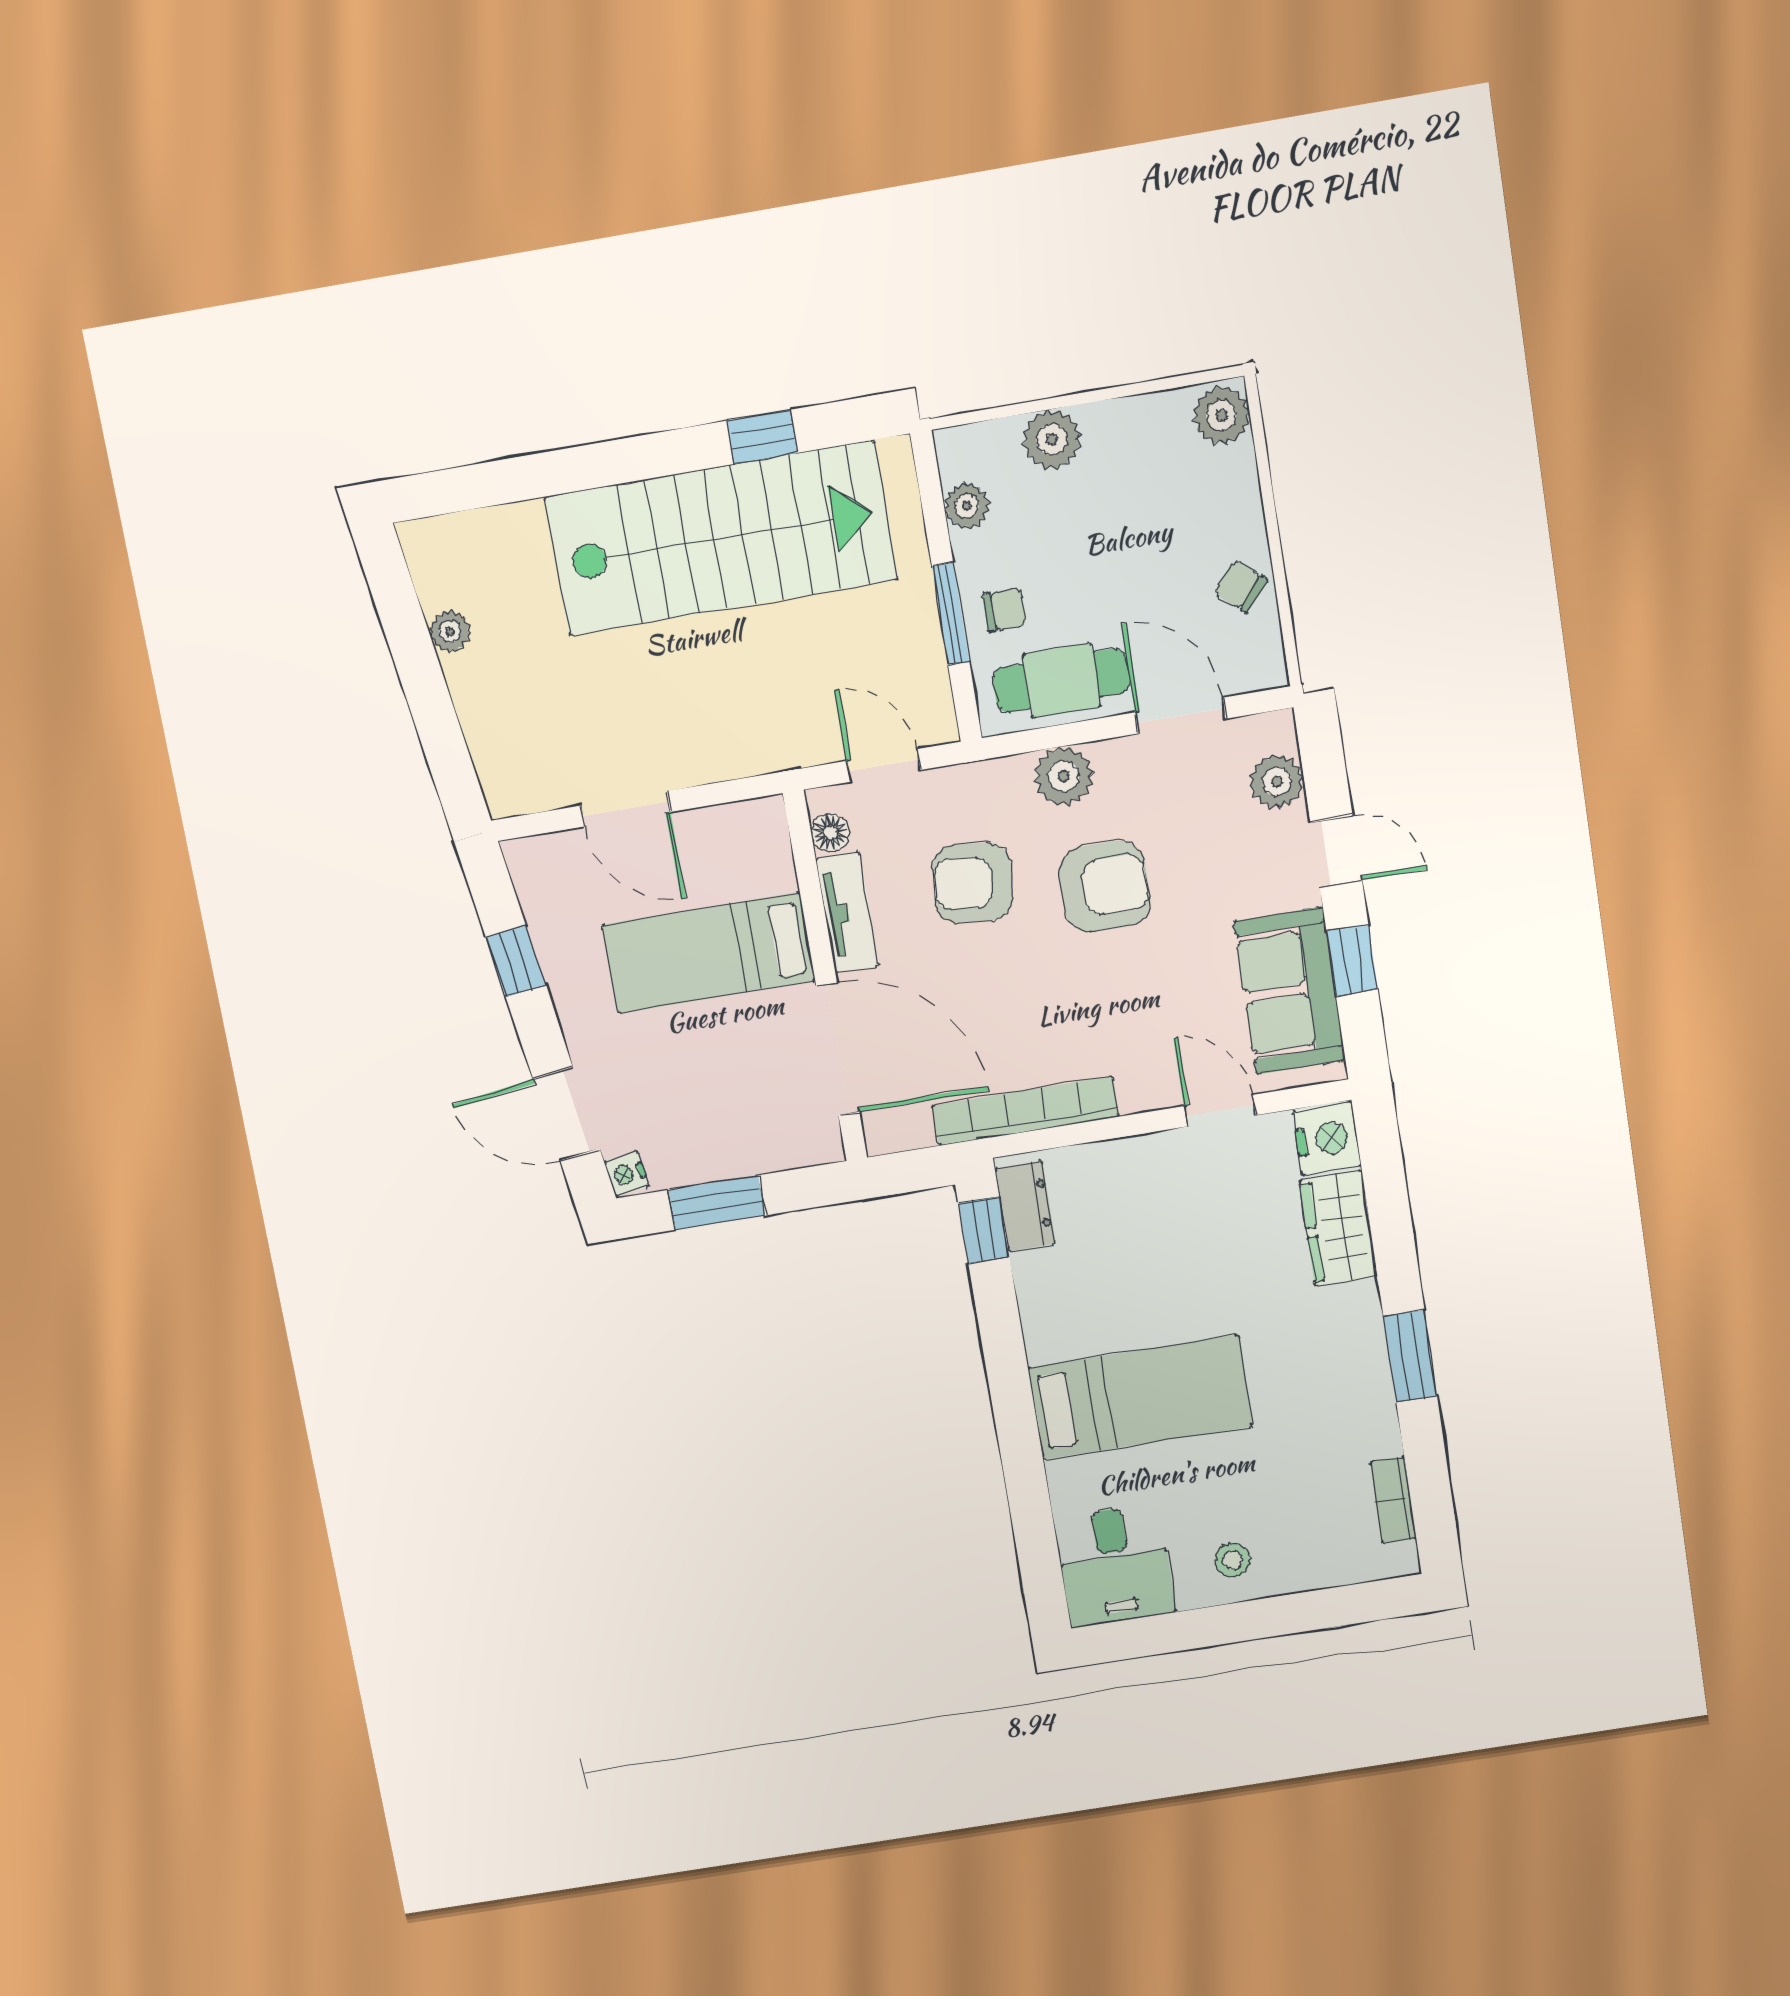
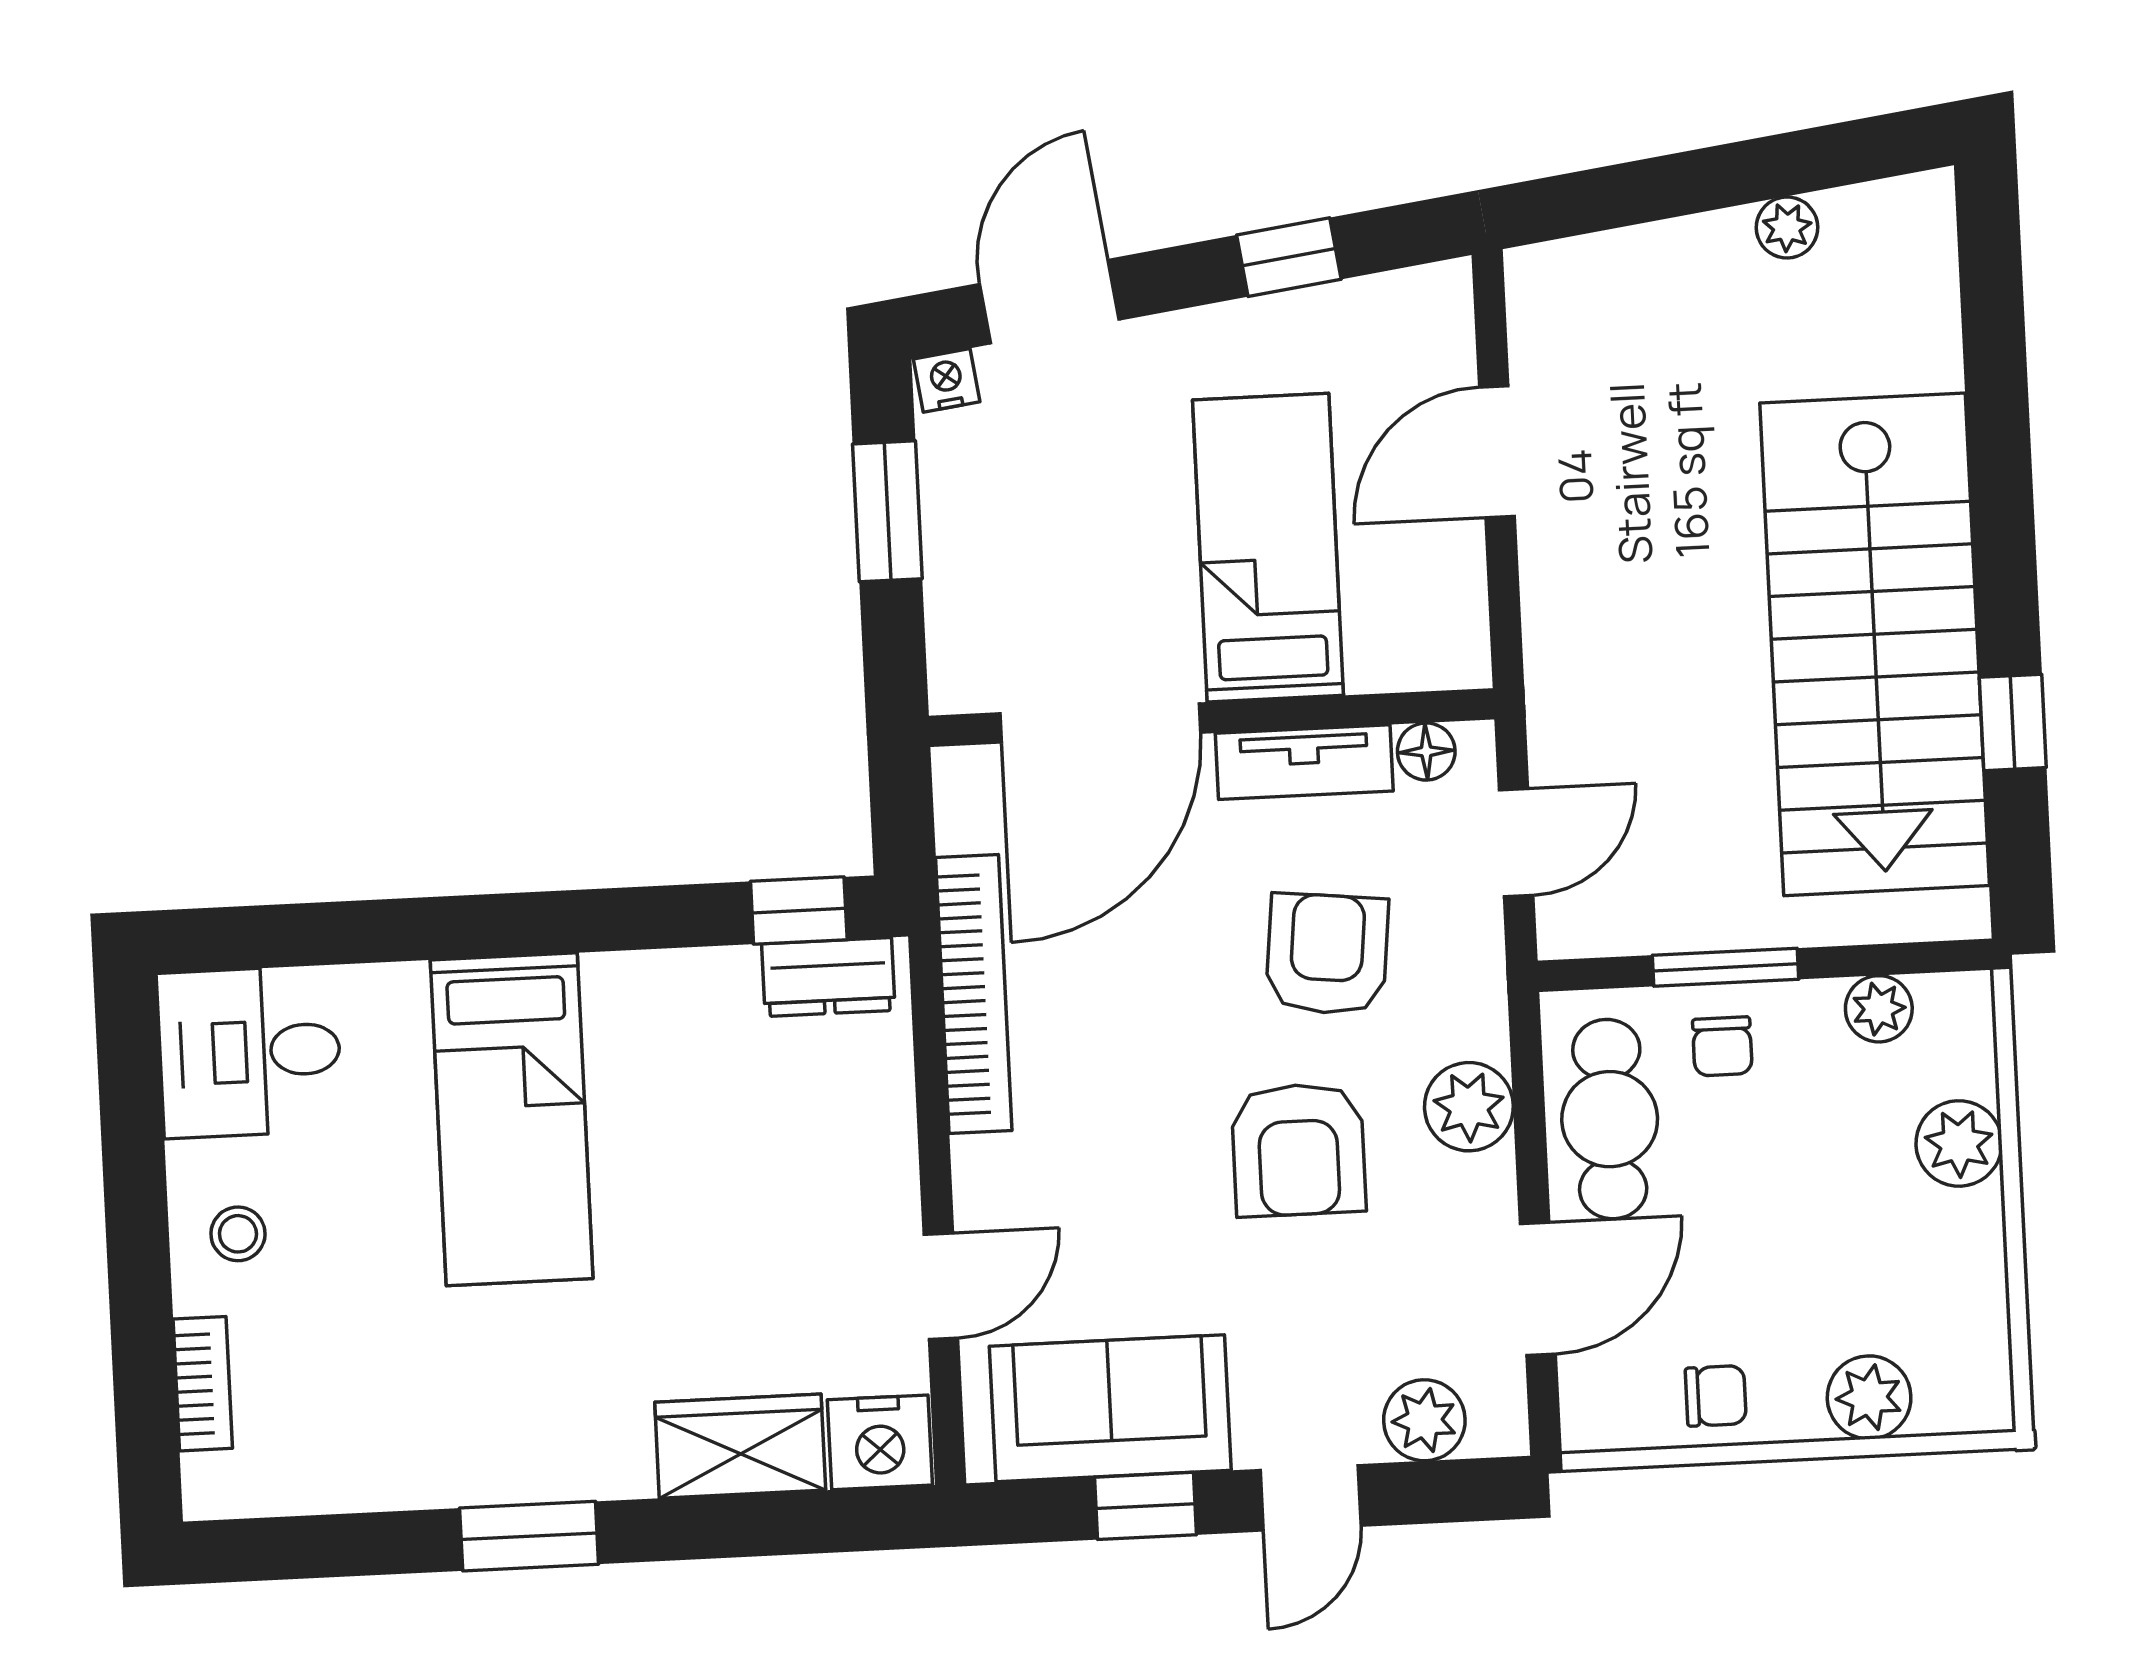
plant: (1221, 415) -> (1869, 1397), moved
chair: (1241, 586) -> (1716, 1396), turned 49
bookcase: (1393, 1500) -> (203, 1384), moved, turned 90

